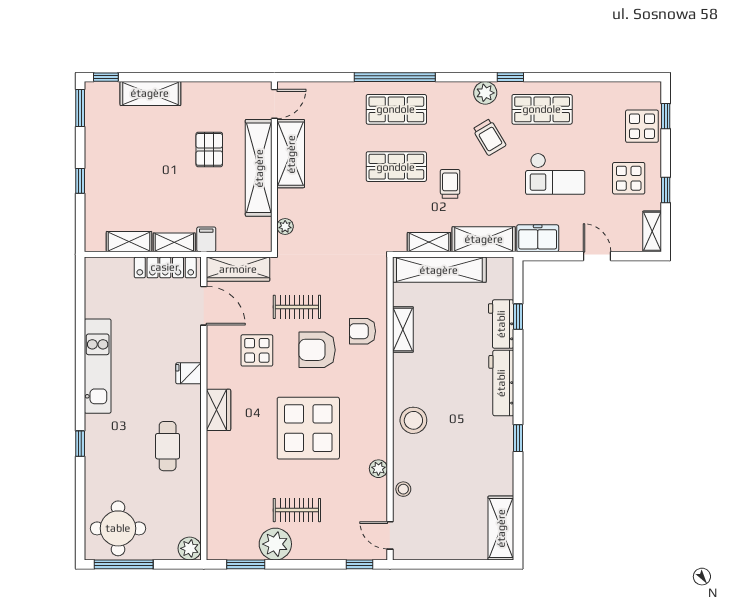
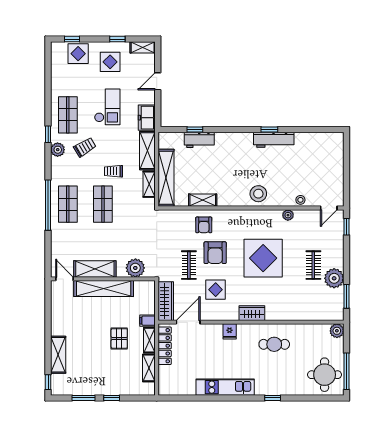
window: (80, 108) -> (83, 398), moved
pallet: (209, 149) -> (119, 338), moved, turned 90
plant: (285, 226) -> (135, 268), width x1.88, depth x1.88
workbench: (501, 383) -> (274, 140), moved
shelving: (501, 528) -> (324, 140), removed

